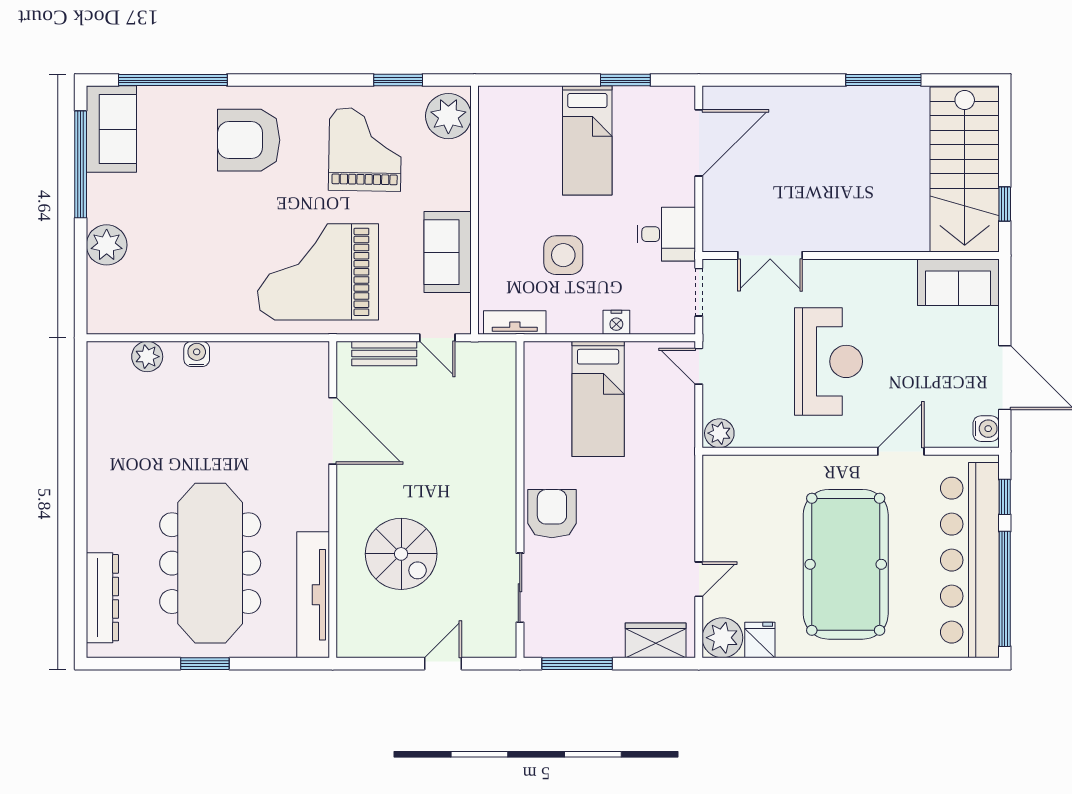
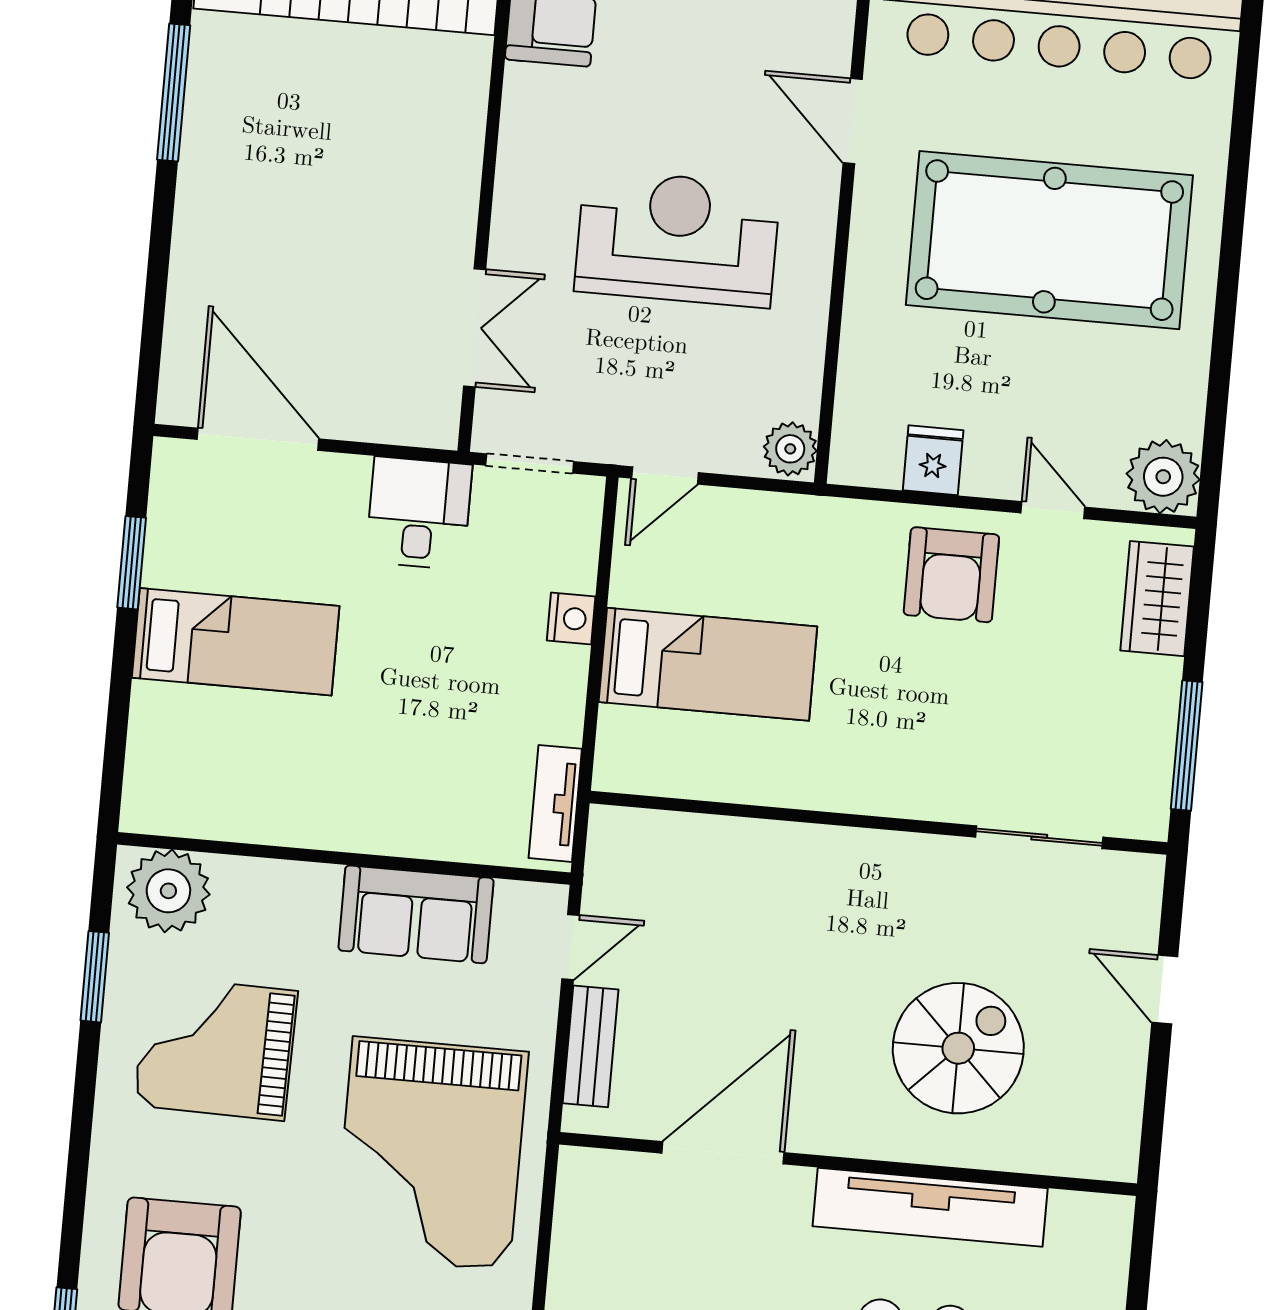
side table: (563, 255) -> (440, 704), removed
armchair: (552, 514) -> (951, 575), moved, turned -90
tv unit: (313, 595) -> (930, 1207), moved
fridge: (760, 640) -> (933, 460), moved, turned 90

